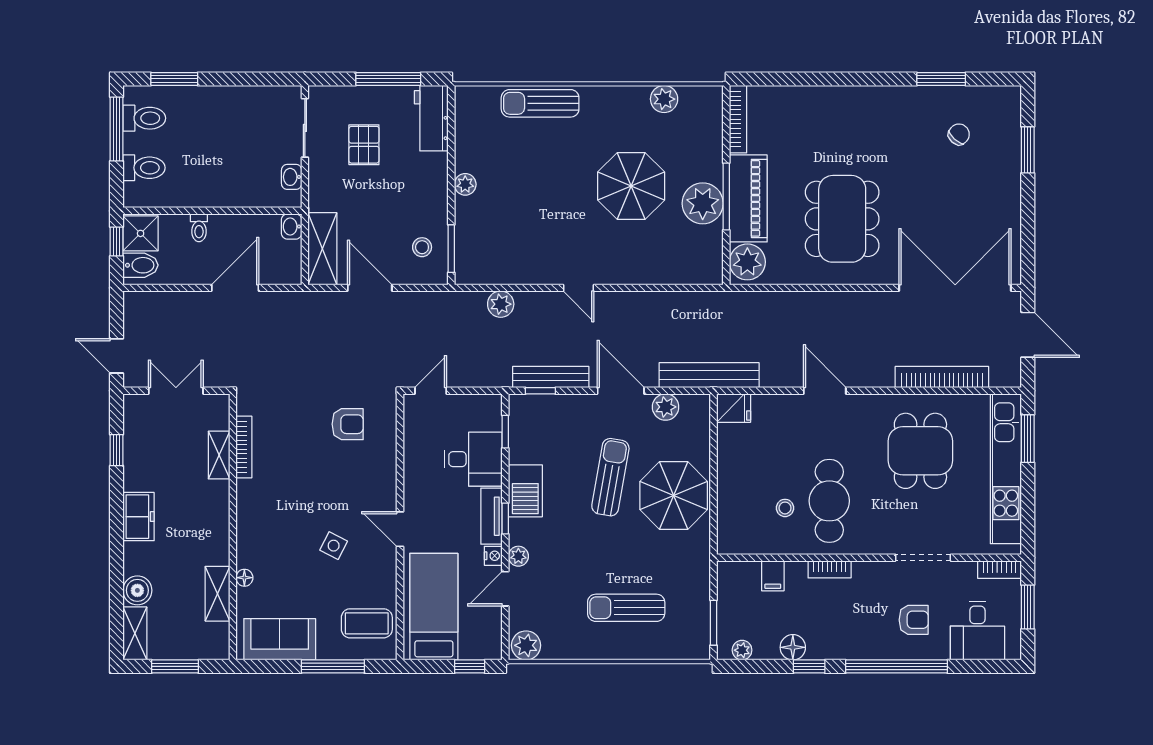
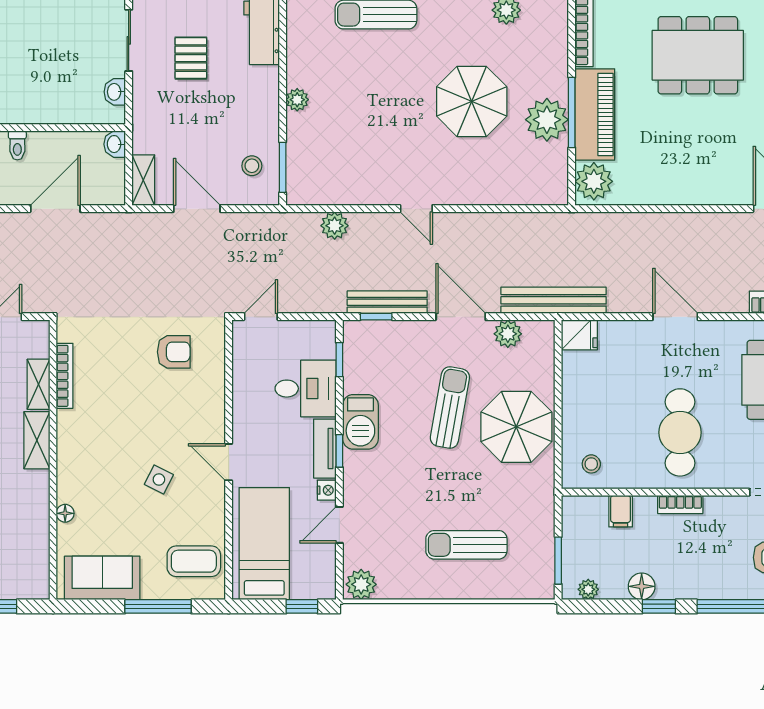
dining table: (842, 219) -> (698, 55), moved, turned 90
shelving: (322, 249) -> (143, 180), width x0.67, depth x0.75
stool: (785, 508) -> (591, 464), moved
plant: (518, 556) -> (353, 491), removed
shelving: (218, 594) -> (37, 440), moved

